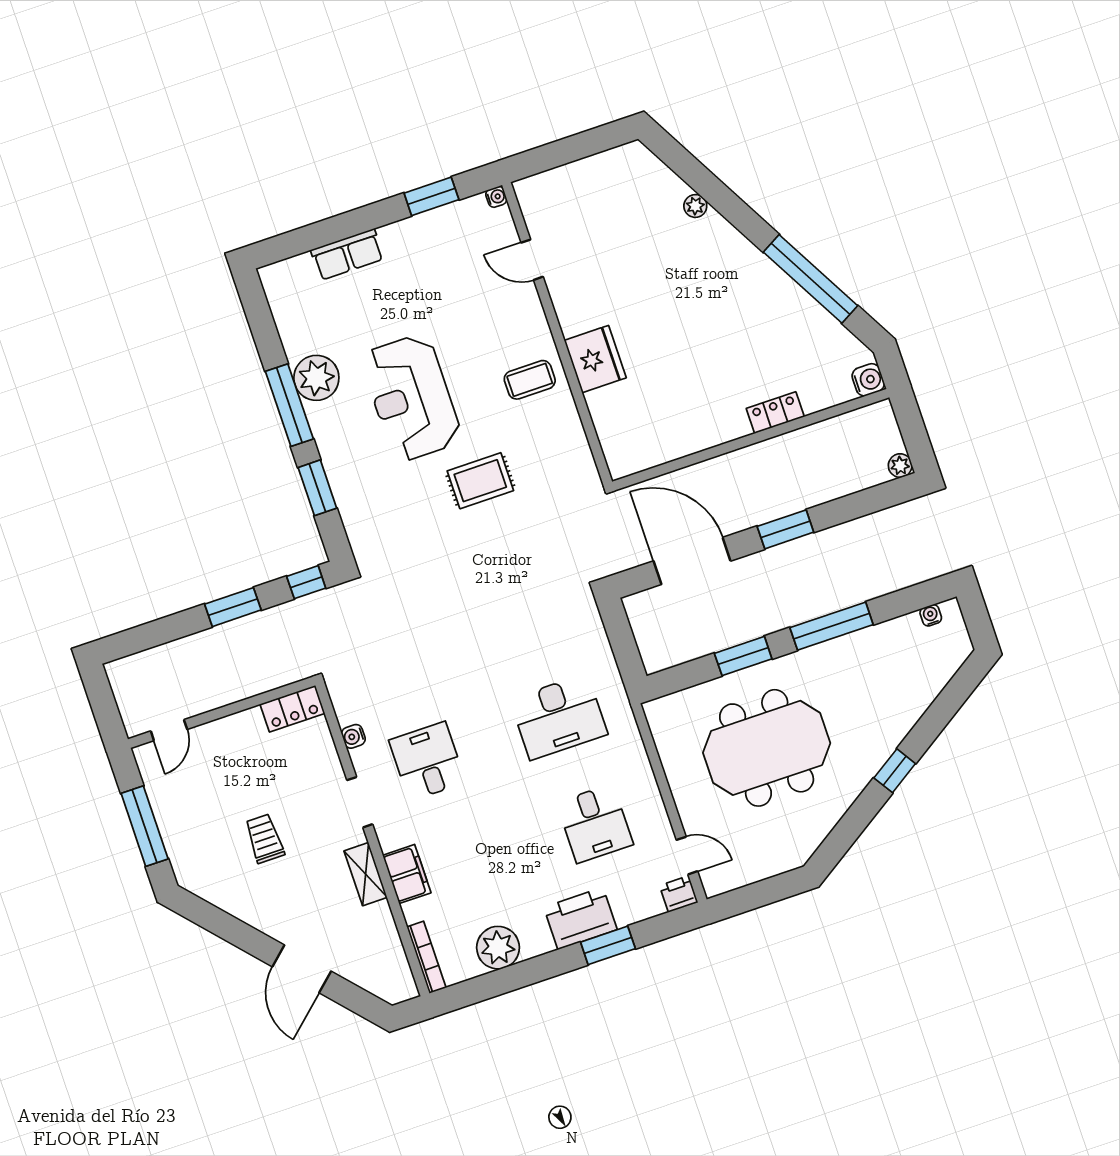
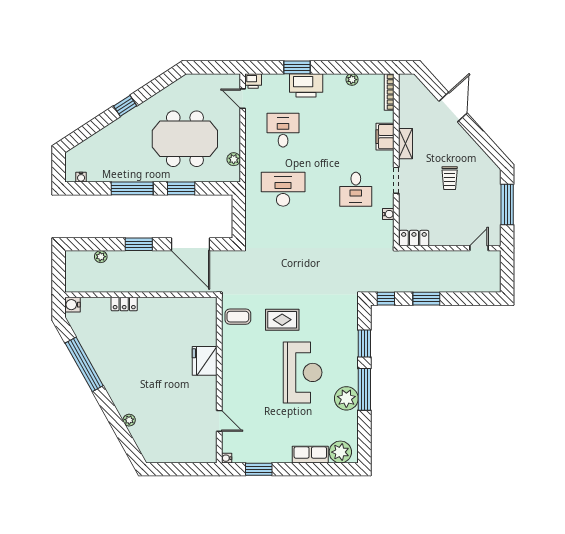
plant: (295, 277) -> (340, 452), added
coffee table: (530, 380) -> (238, 317), moved
plant: (900, 466) -> (101, 257), moved
plant: (666, 741) -> (234, 159), added
plant: (498, 948) -> (352, 80), width x0.53, depth x0.53

